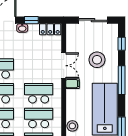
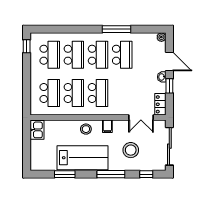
sliding door: (93, 20) -> (169, 146), width x1.37
double door: (64, 66) -> (141, 117), moved
stool: (72, 126) -> (86, 129), moved

